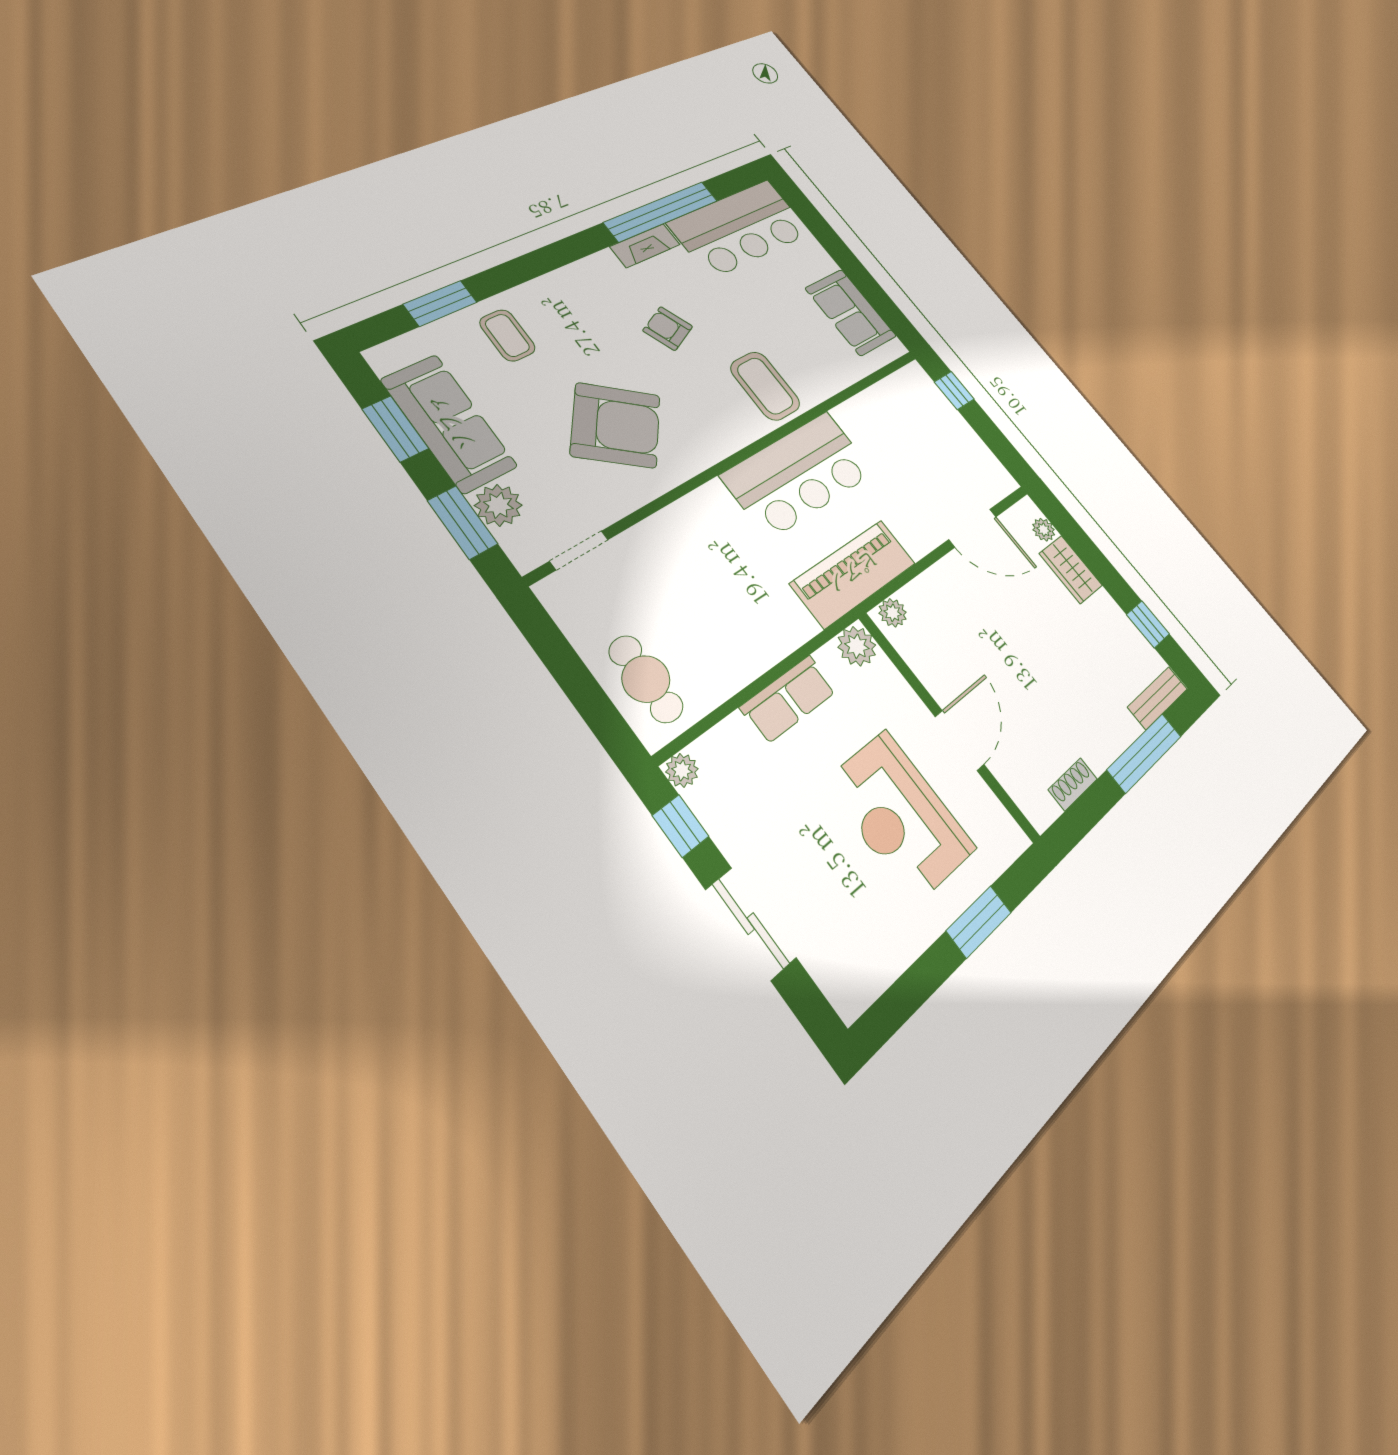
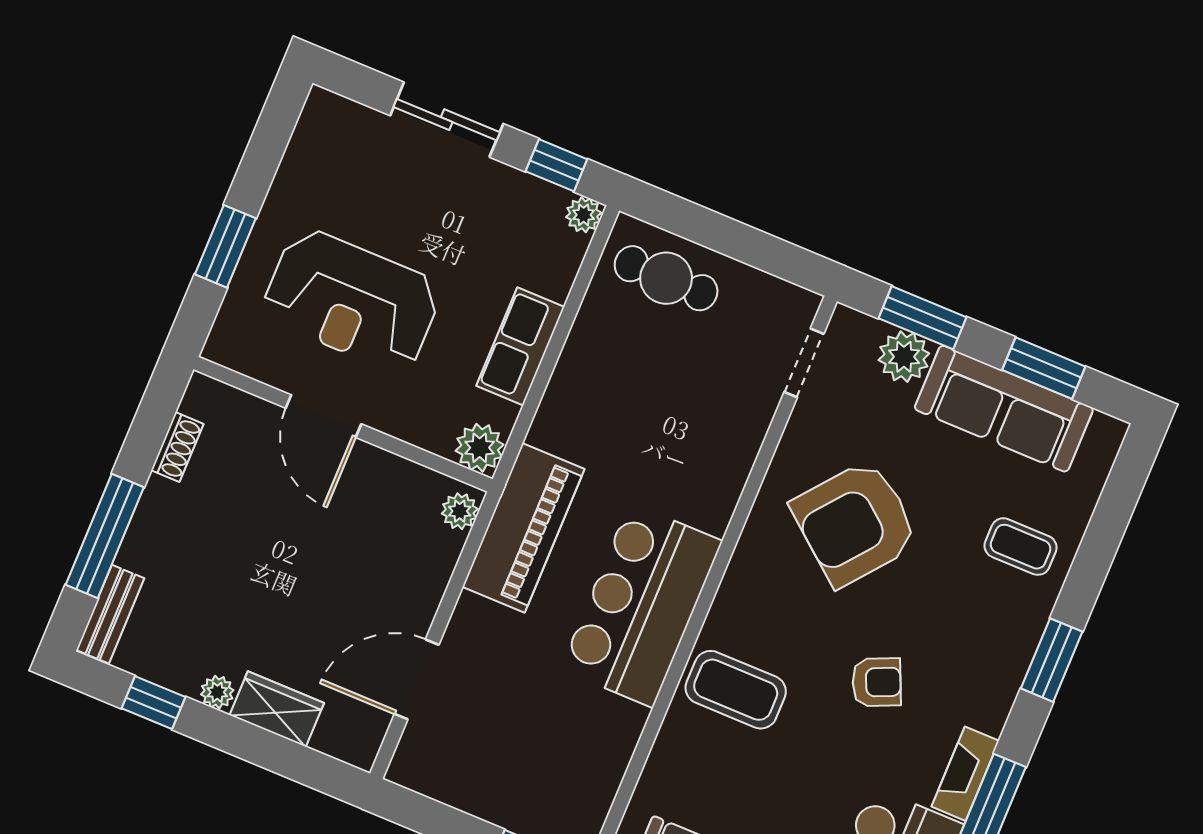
window: (440, 303) -> (1052, 660), moved
plant: (1044, 530) -> (217, 692), moved
reception desk: (900, 816) -> (352, 300), turned 180

